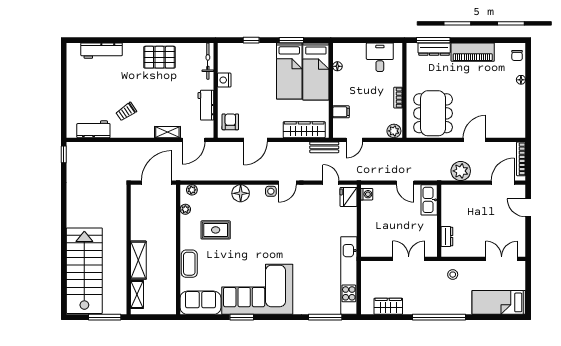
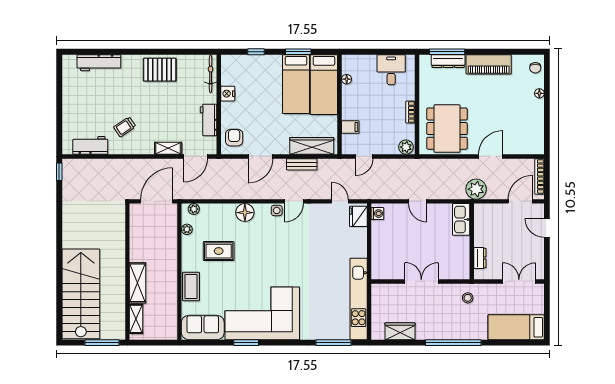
bench: (324, 147) -> (302, 164), moved
kitchen sink: (429, 200) -> (461, 219), moved
wall: (439, 221) -> (472, 241), moved
dresser: (447, 237) -> (480, 258), moved

